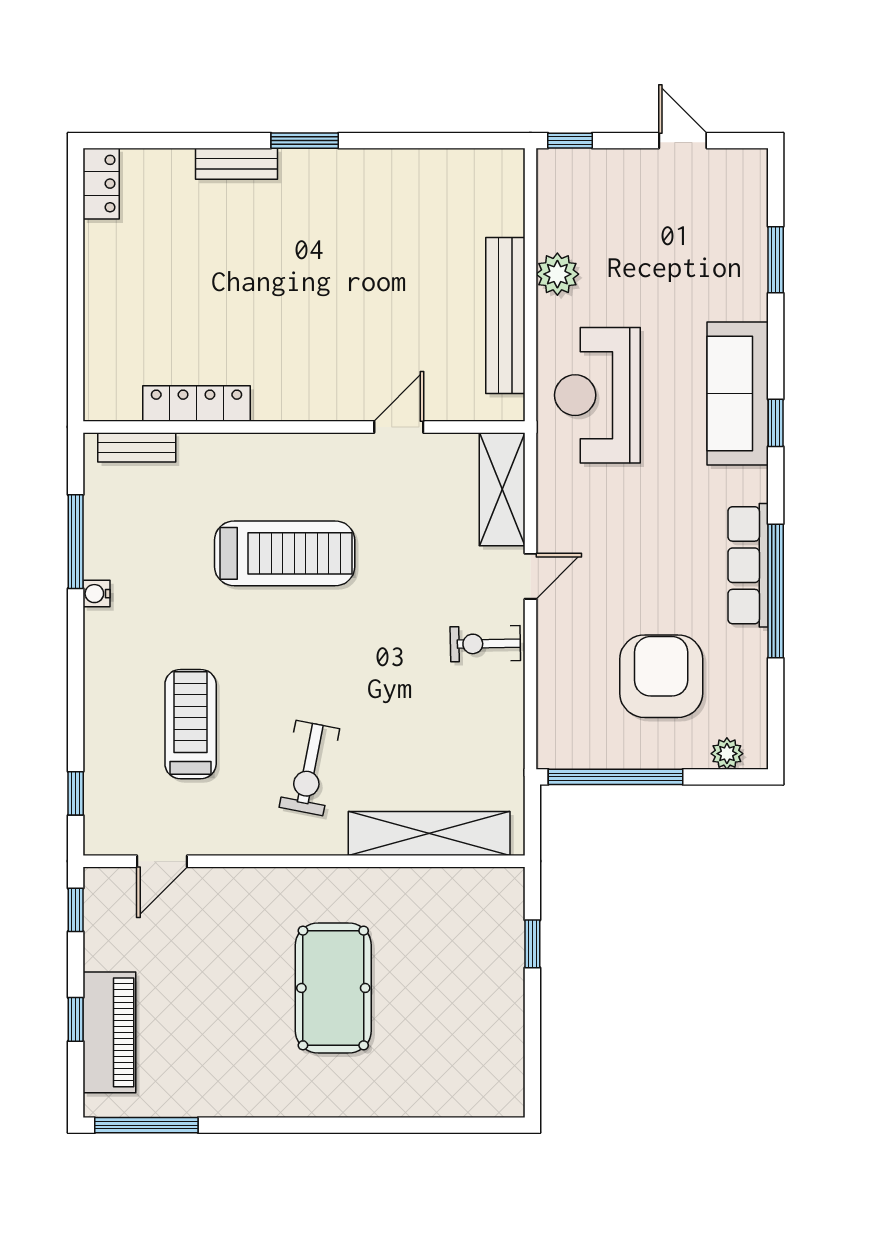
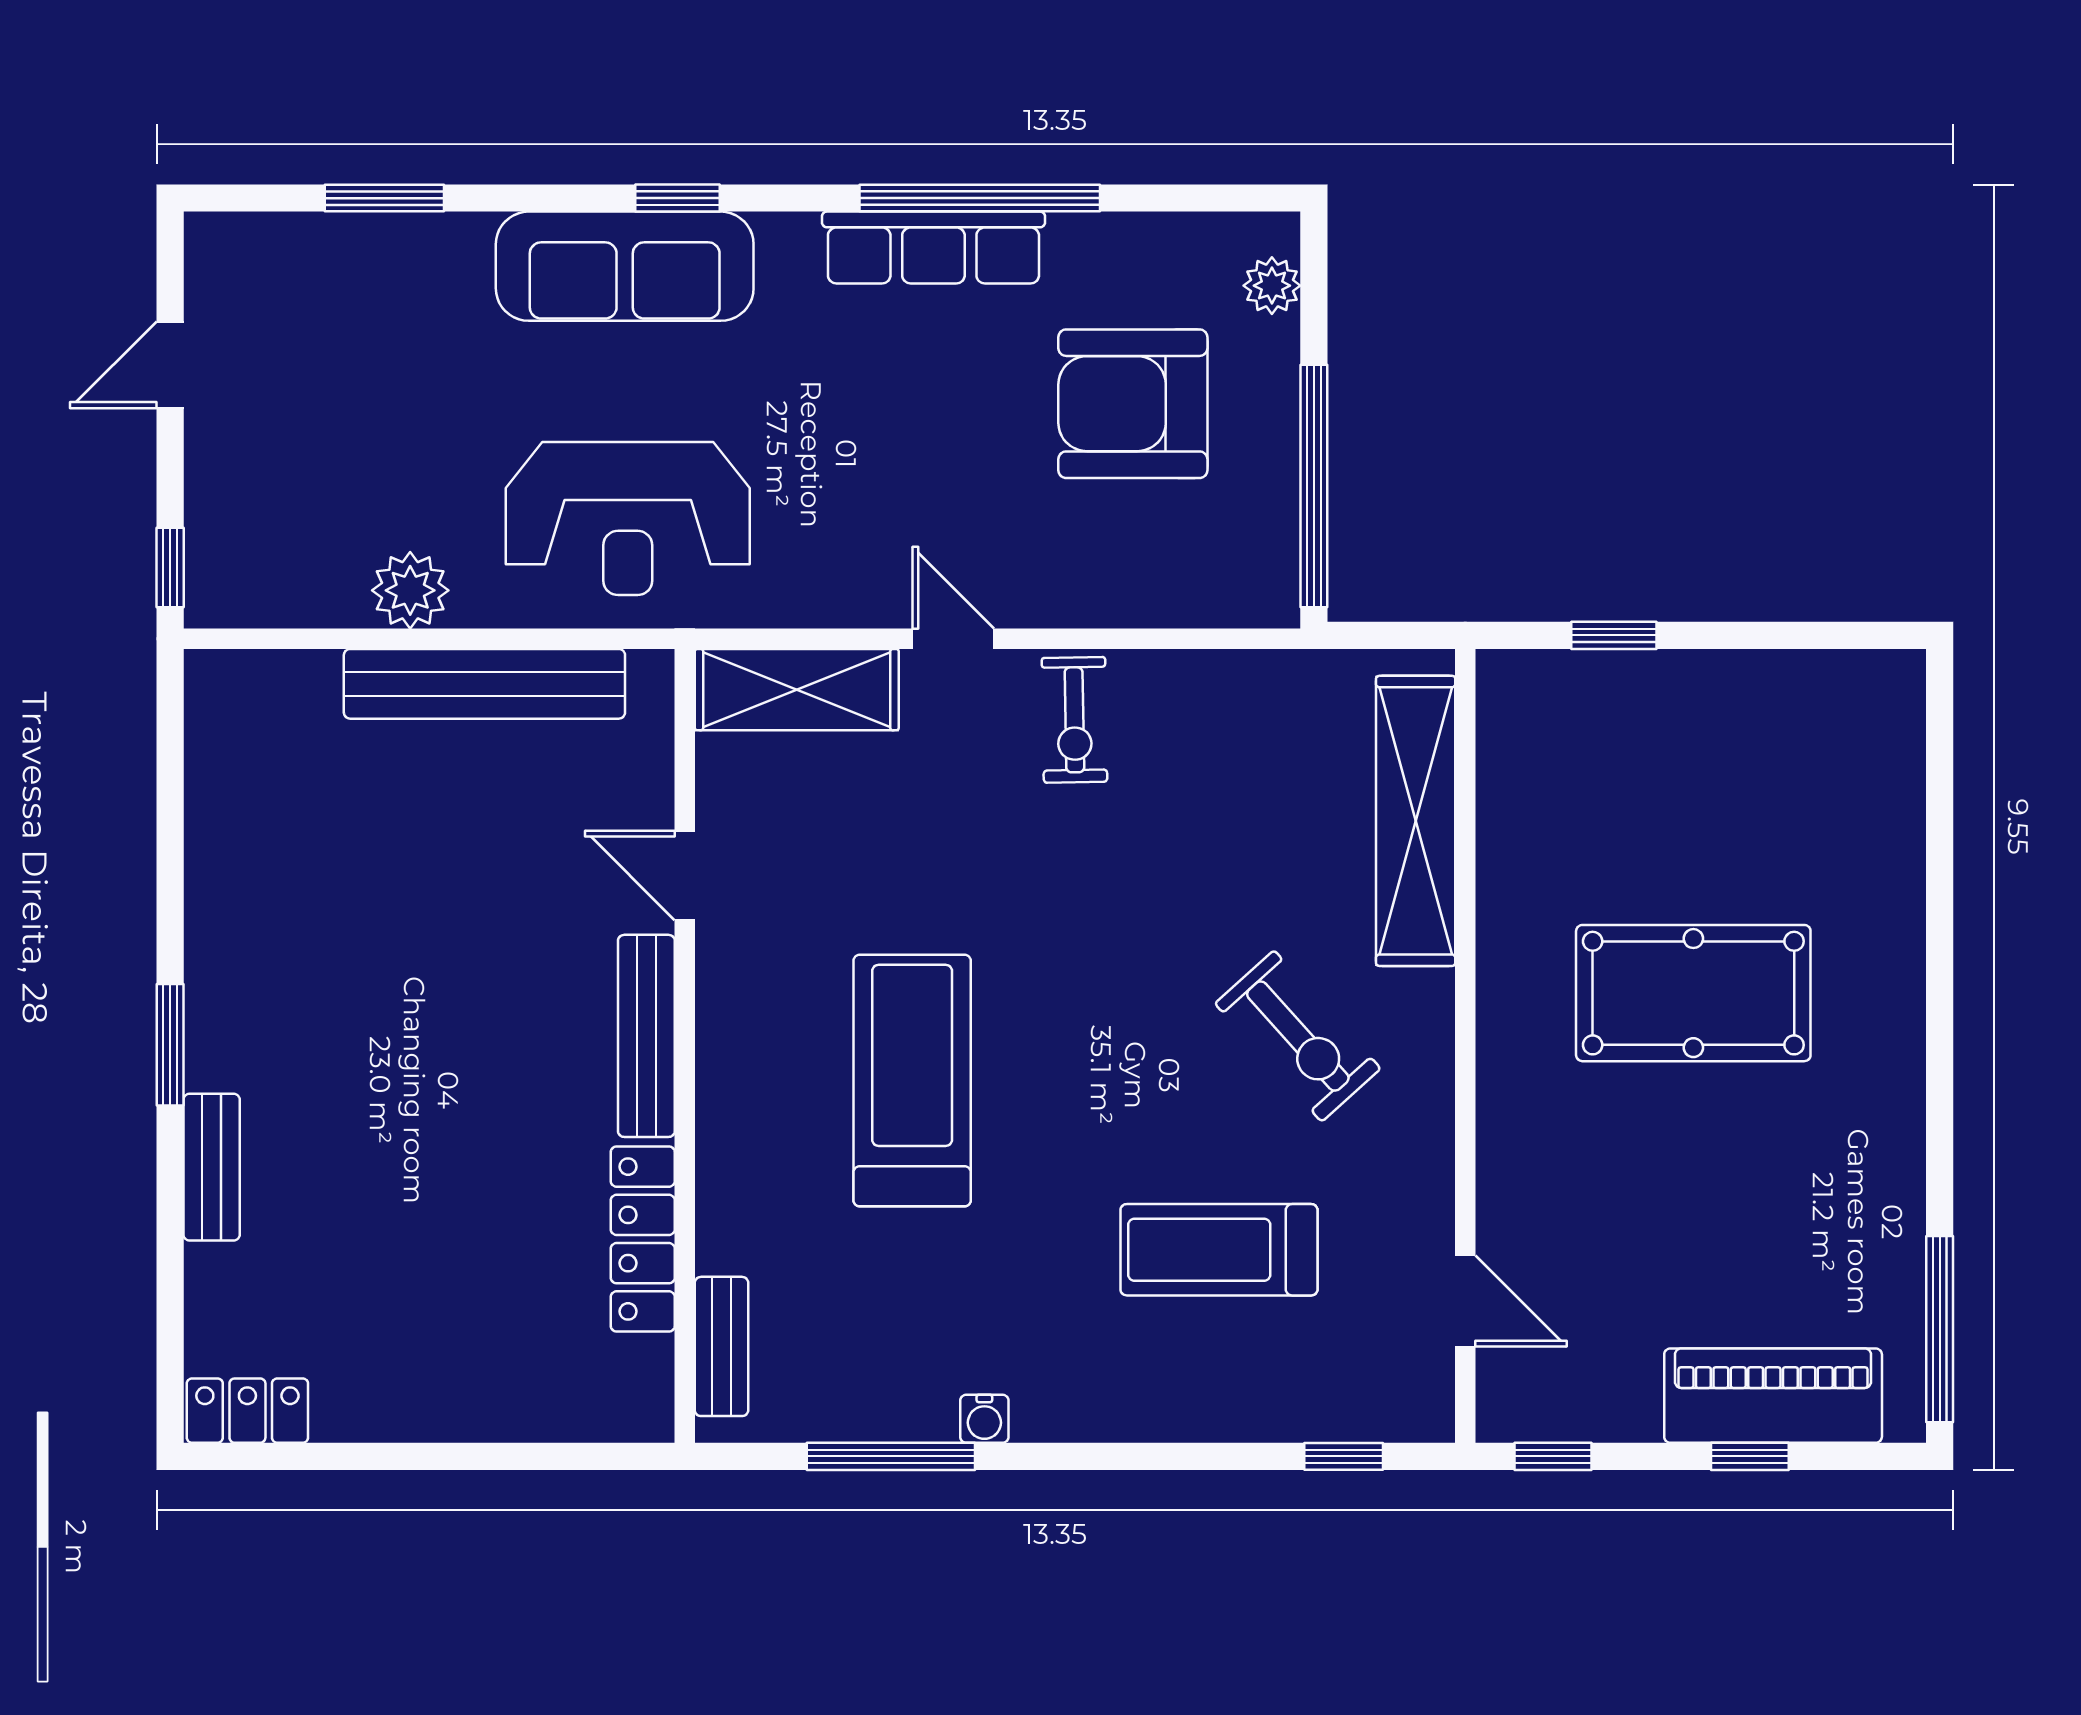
bench: (309, 406) -> (646, 1036), added
exercise bike: (309, 768) -> (1298, 1036), turned 37

